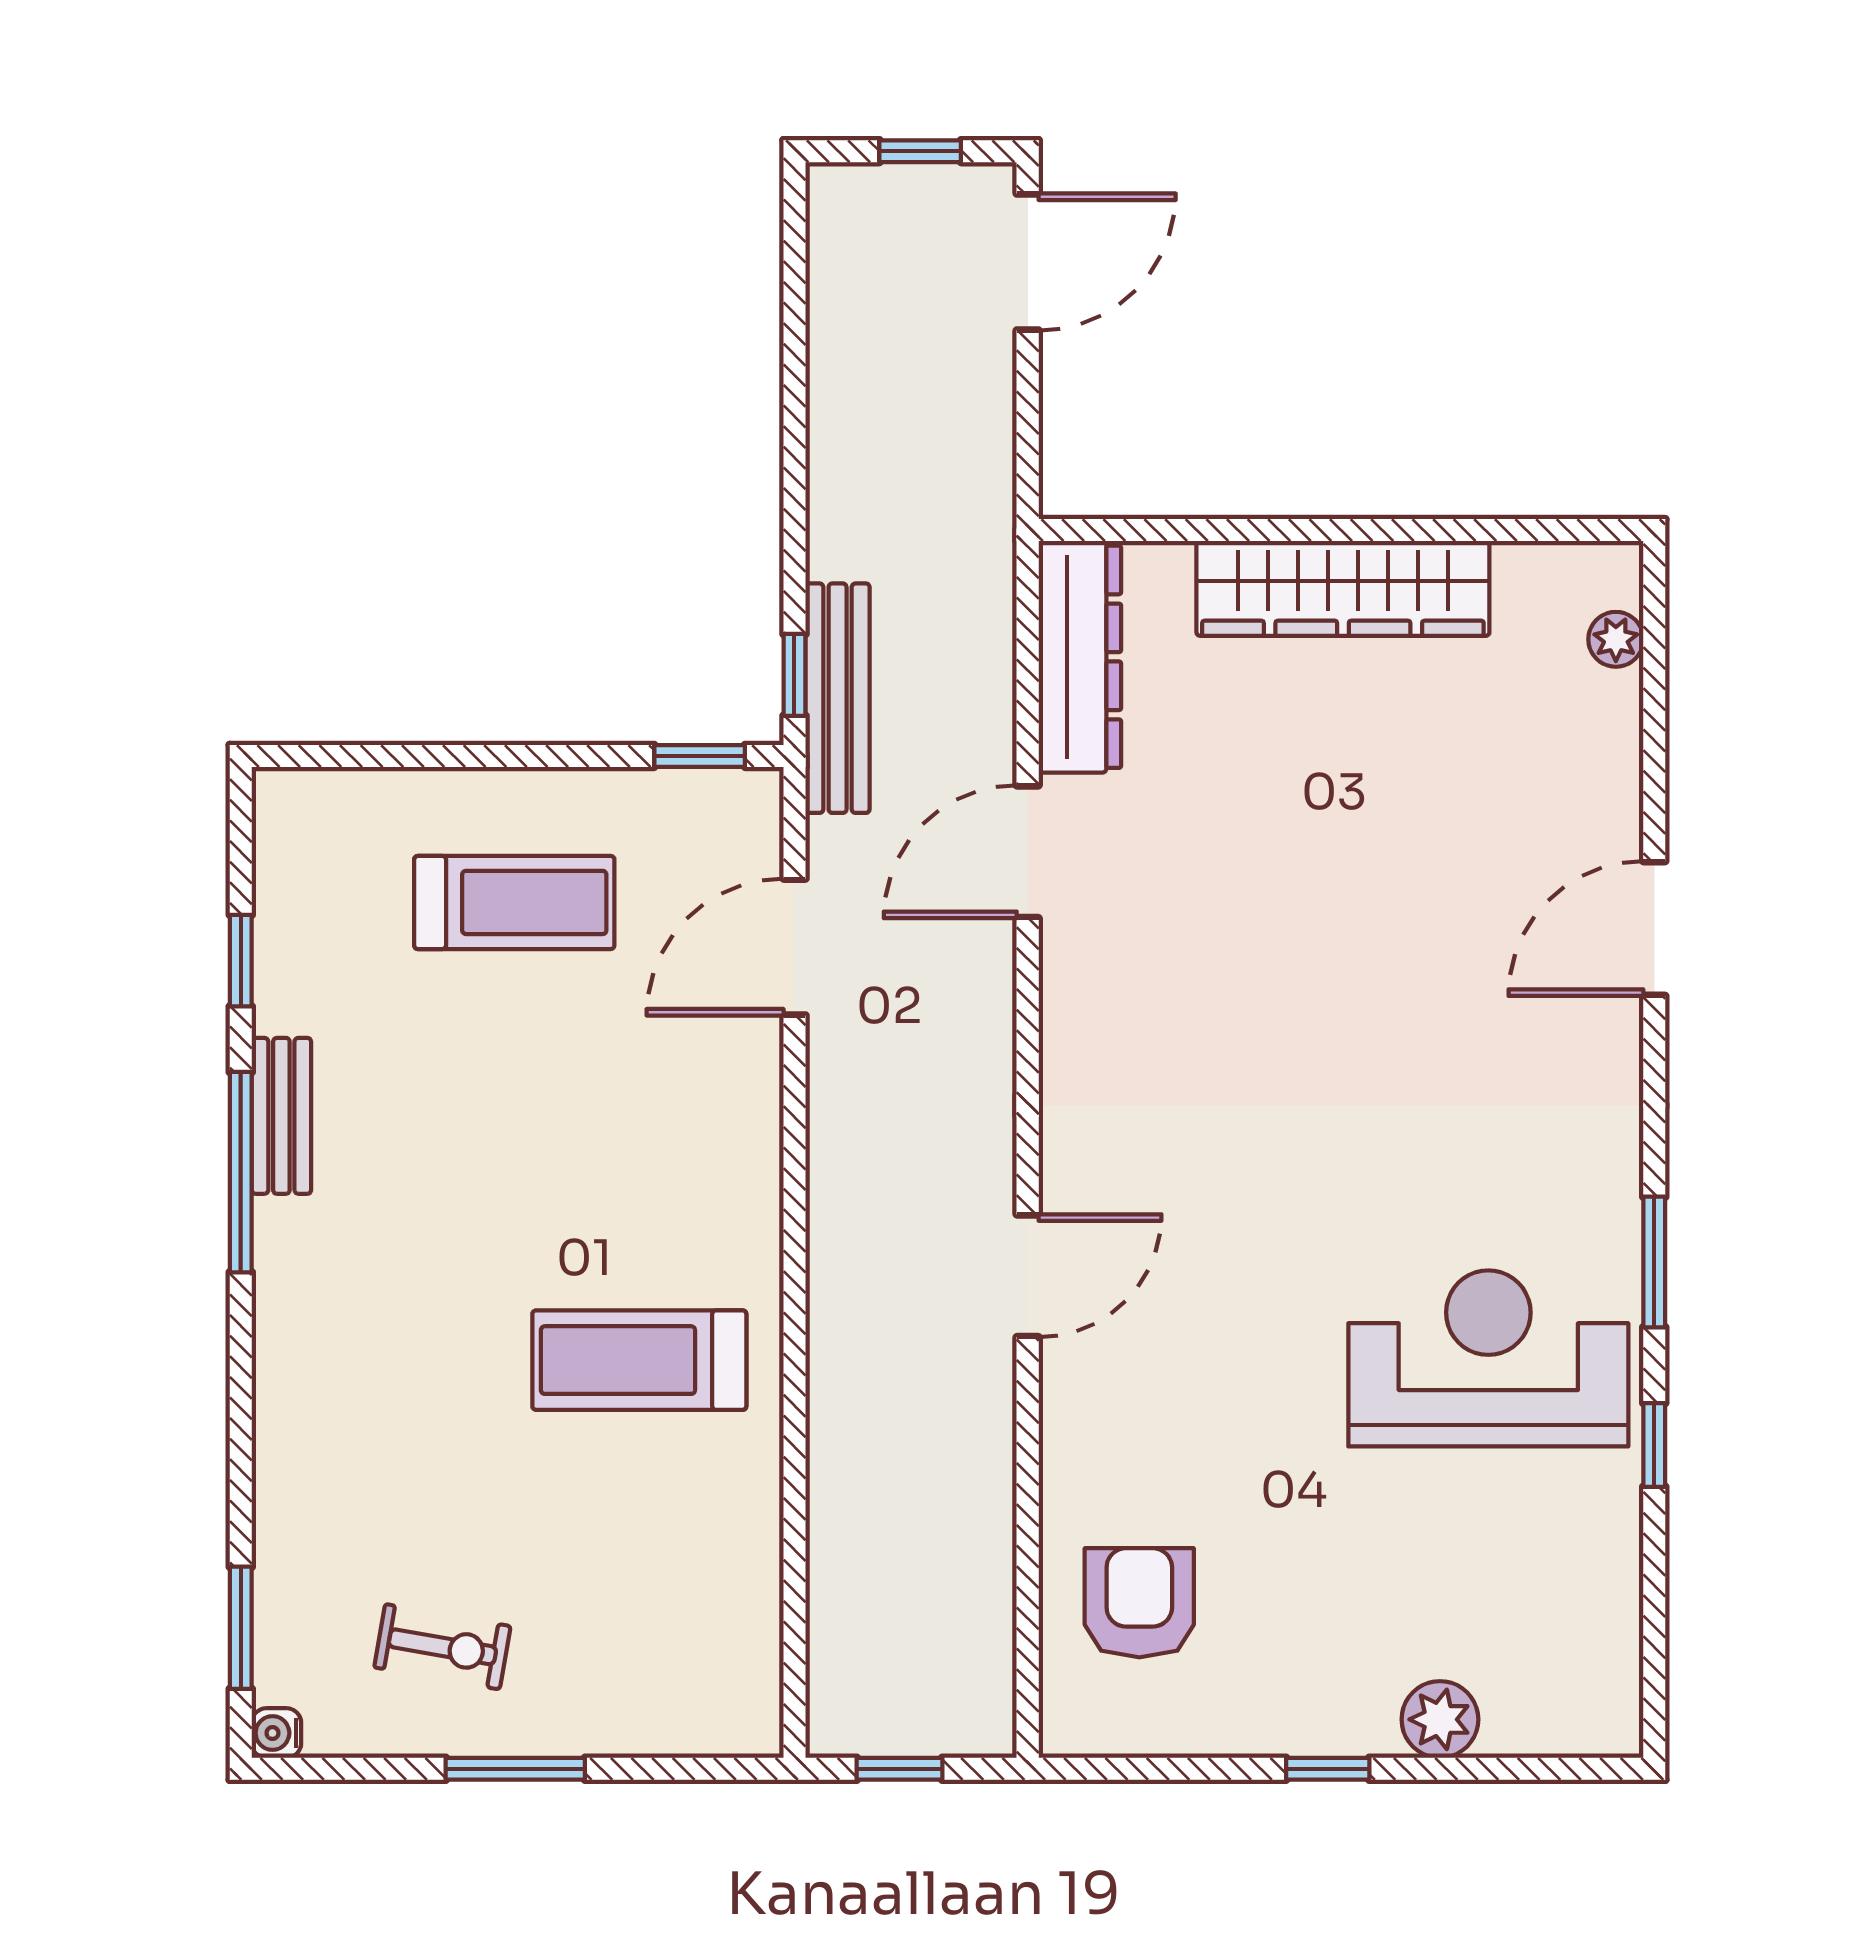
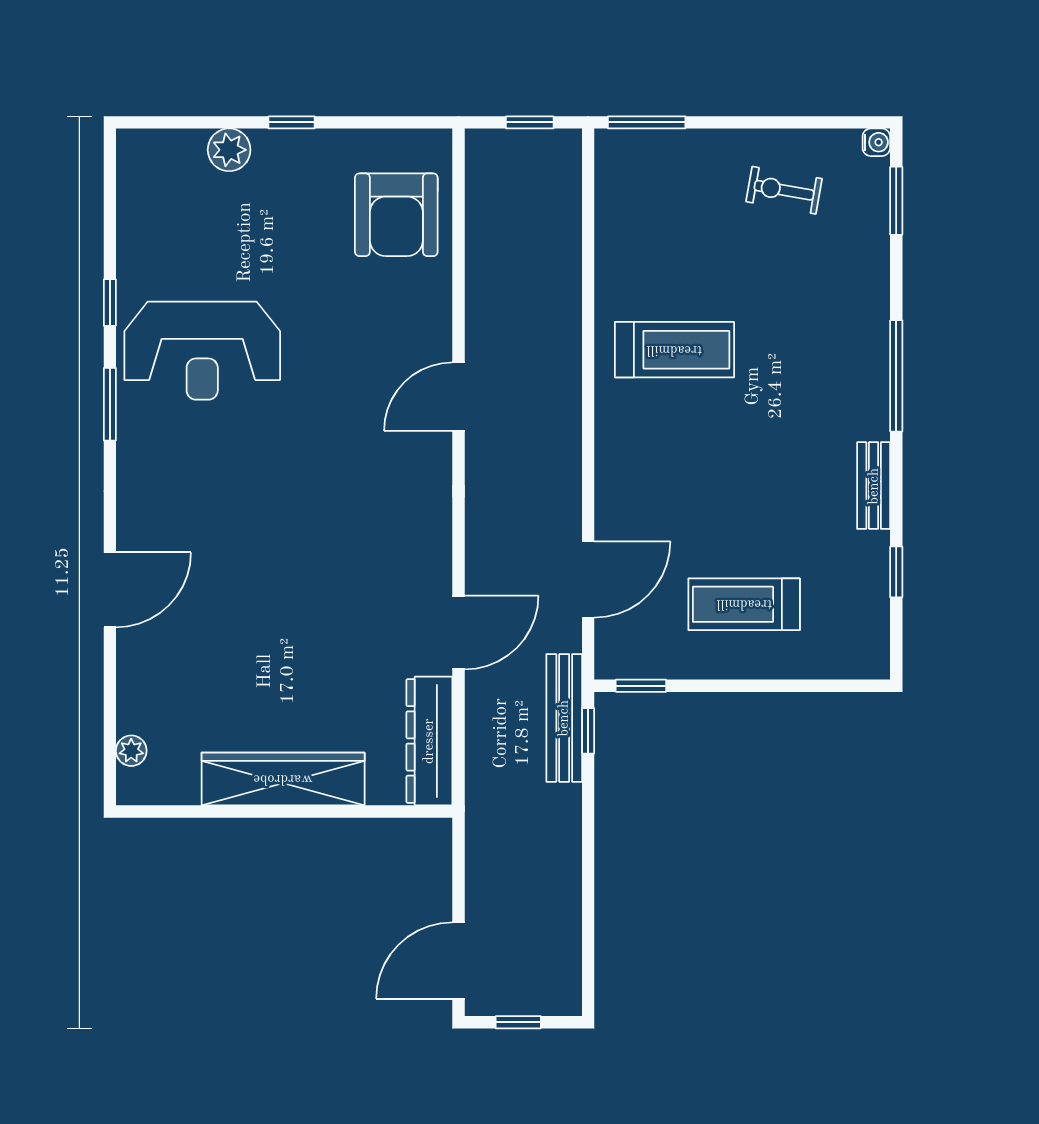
window: (241, 1172) -> (896, 376), moved
armchair: (1139, 1603) -> (396, 215), width x1.36, depth x1.36
window: (515, 1769) -> (647, 122), moved

